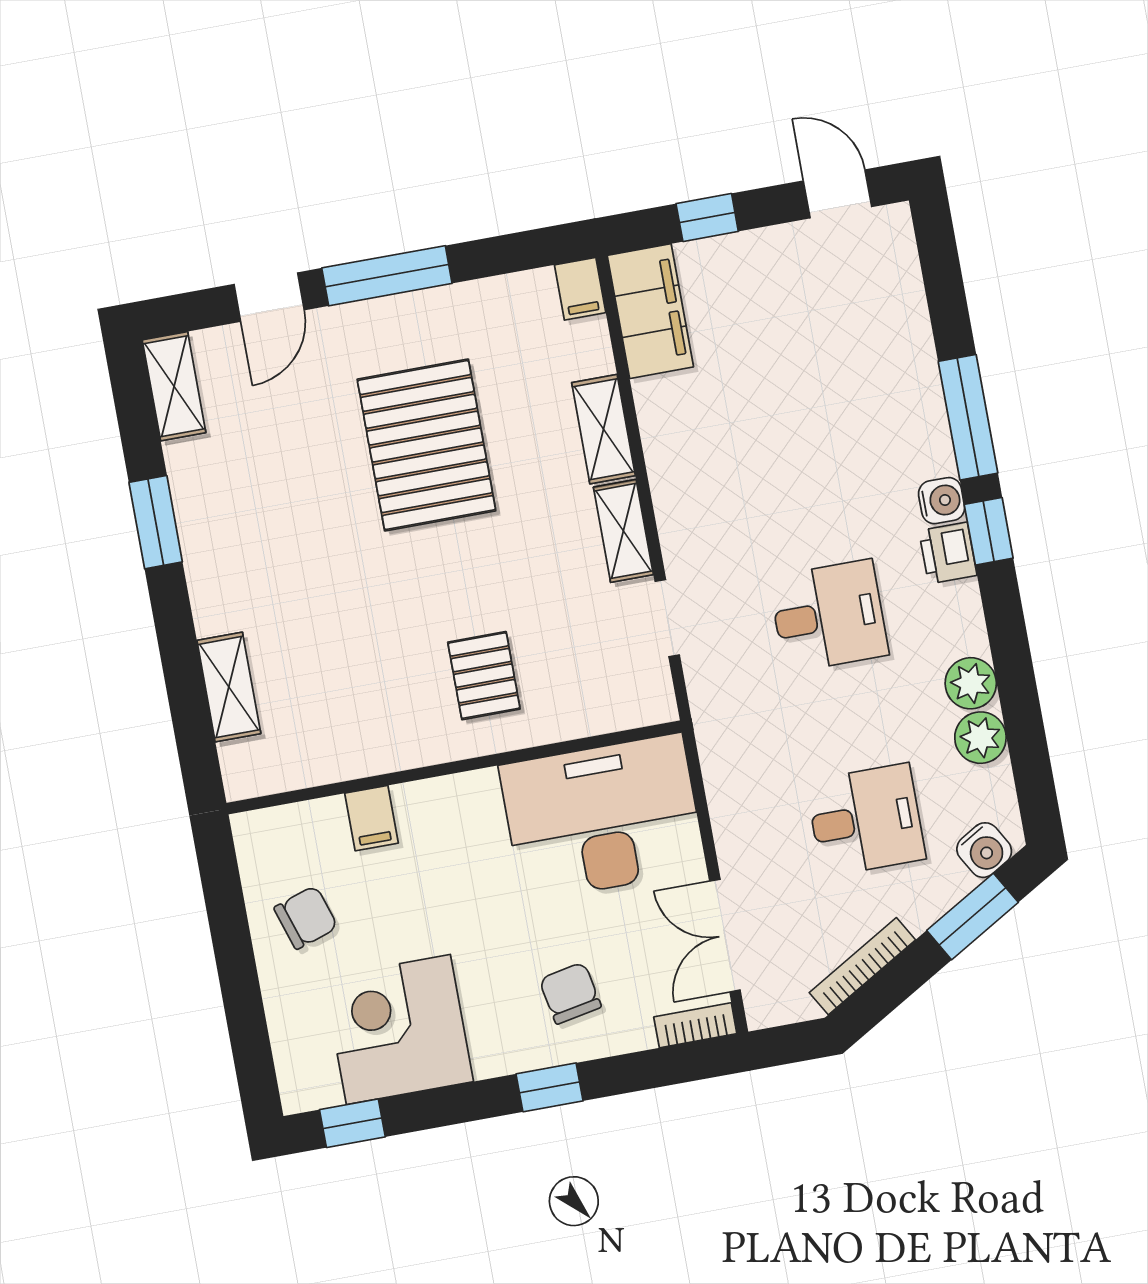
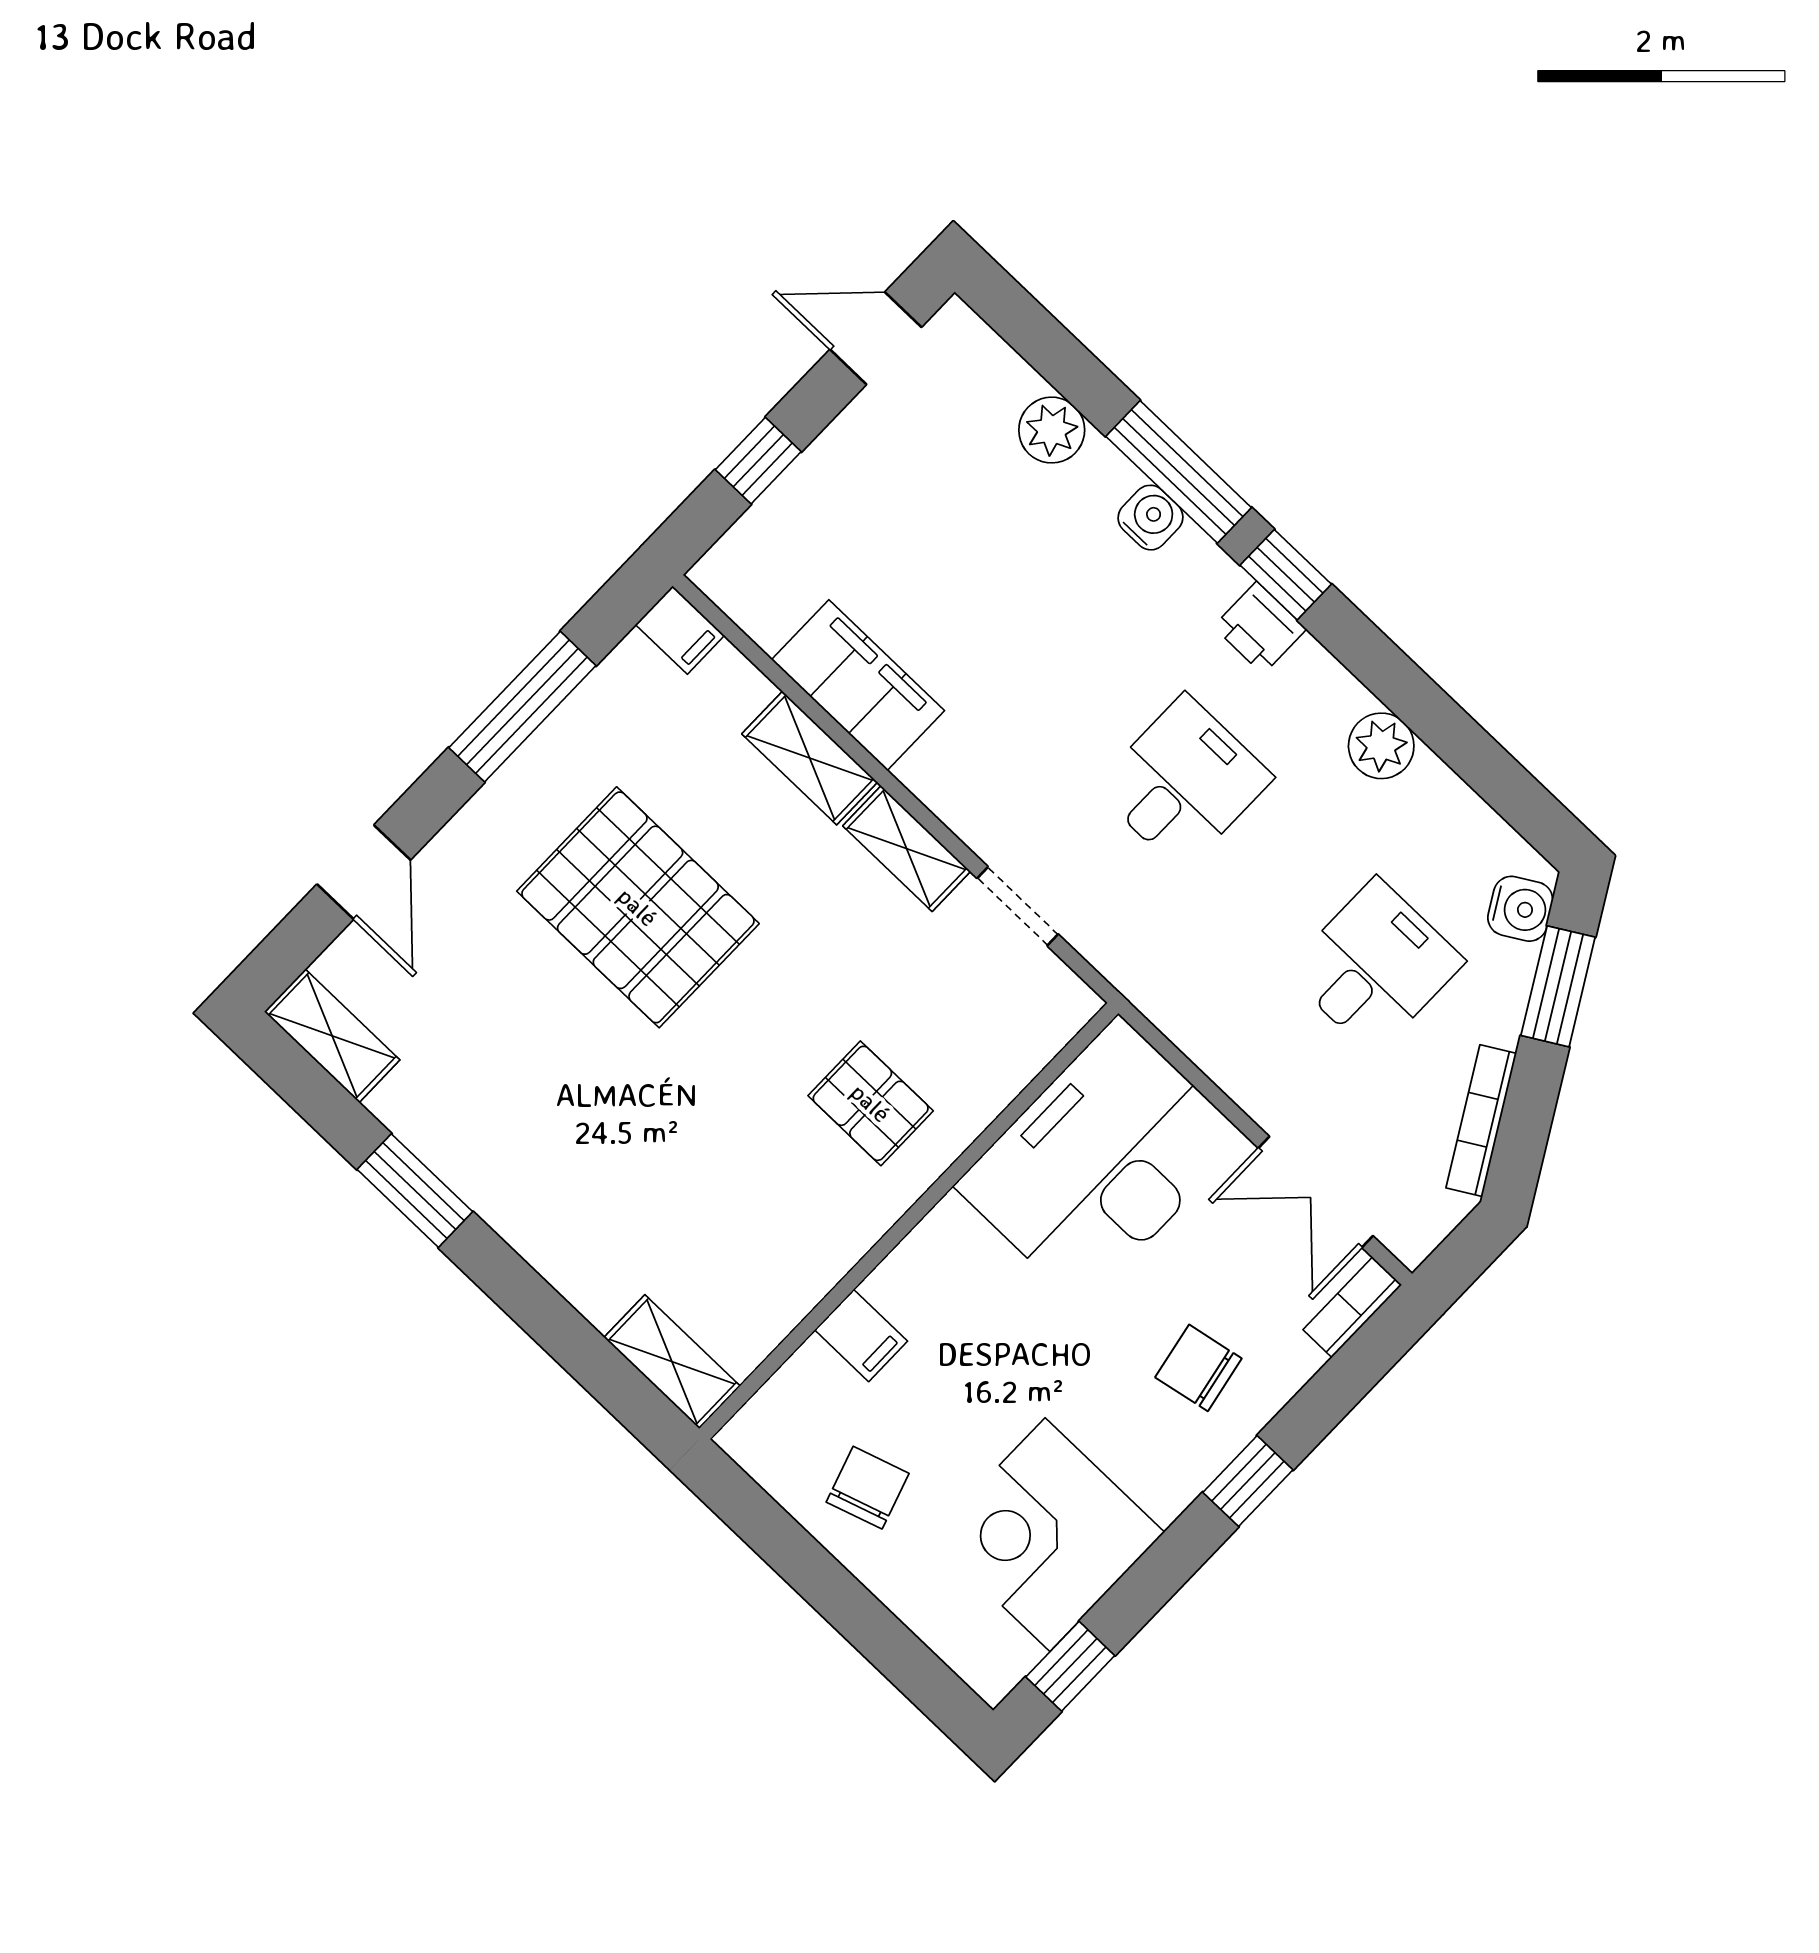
window: (387, 276) -> (522, 707), moved
filing cabinet: (650, 311) -> (858, 685), moved
water cooler: (942, 501) -> (1151, 518), moved
shelving: (229, 687) -> (672, 1362), moved
plant: (980, 738) -> (1052, 430), moved

